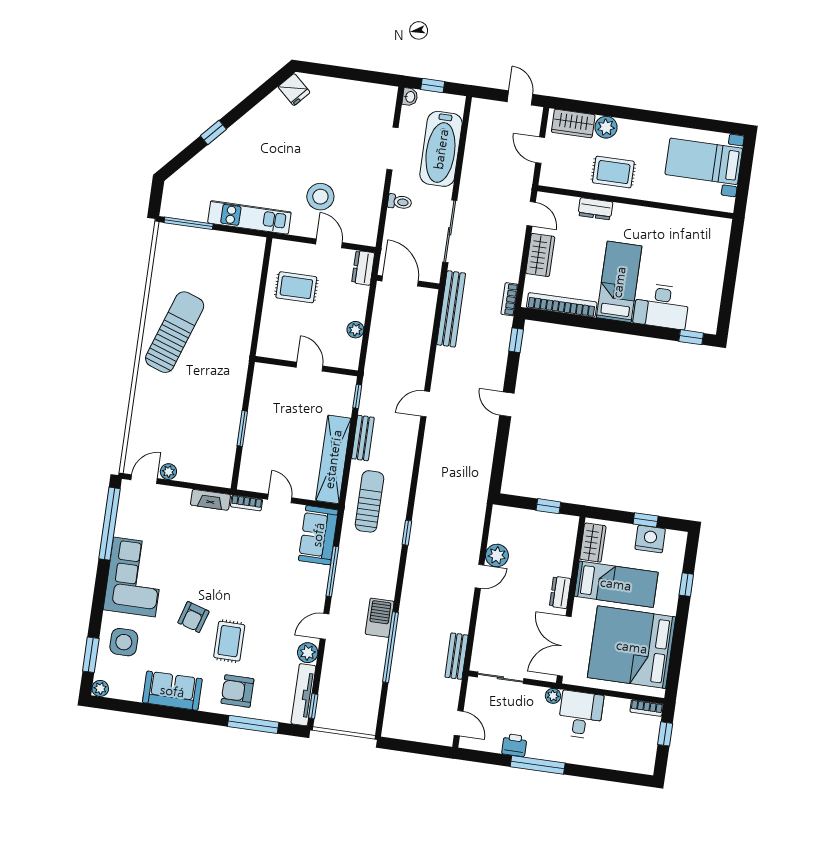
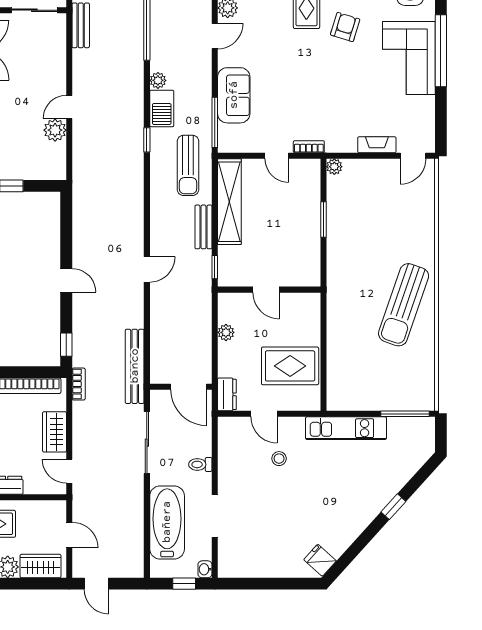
stool: (320, 197) -> (279, 459), width x0.53, depth x0.53
rug: (296, 287) -> (290, 366), width x1.36, depth x1.43
plant: (168, 472) -> (334, 167), moved
fireplace: (210, 500) -> (377, 145), moved
window: (109, 524) -> (441, 51), moved
sofa: (318, 535) -> (234, 95), moved
window: (332, 571) -> (215, 122), moved
plant: (387, 590) -> (158, 80), added
barbecue: (380, 618) -> (162, 108), moved

